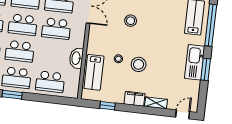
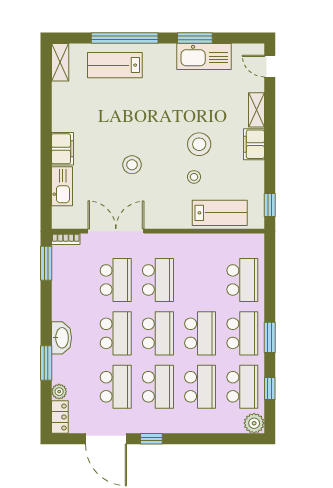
washbasin: (76, 58) -> (201, 243), removed
kitchen sink: (195, 62) -> (204, 56), moved
window: (107, 106) -> (270, 205), moved

